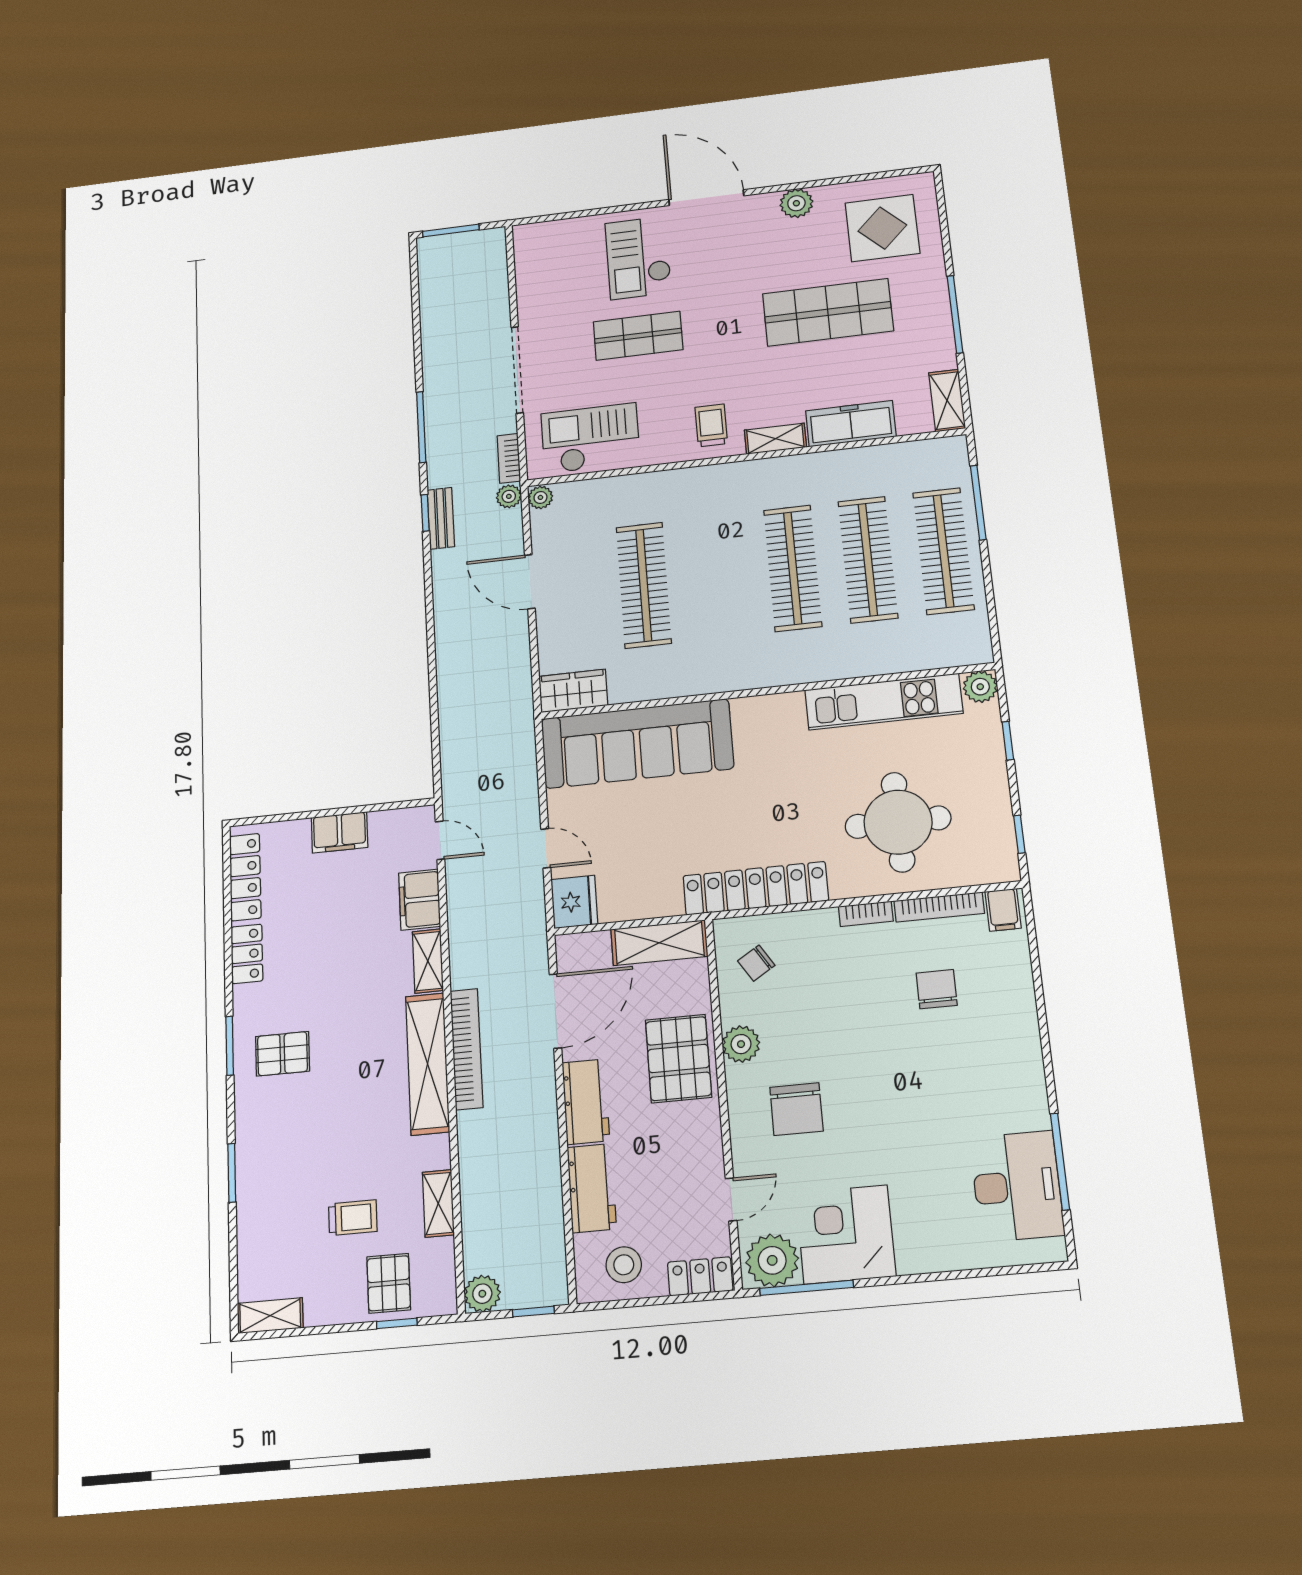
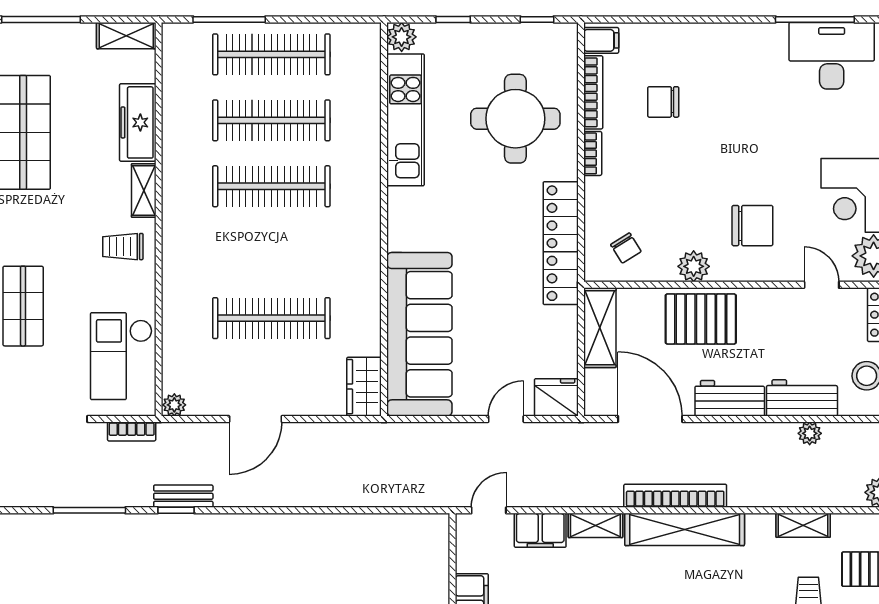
plant: (509, 496) -> (810, 433), moved

